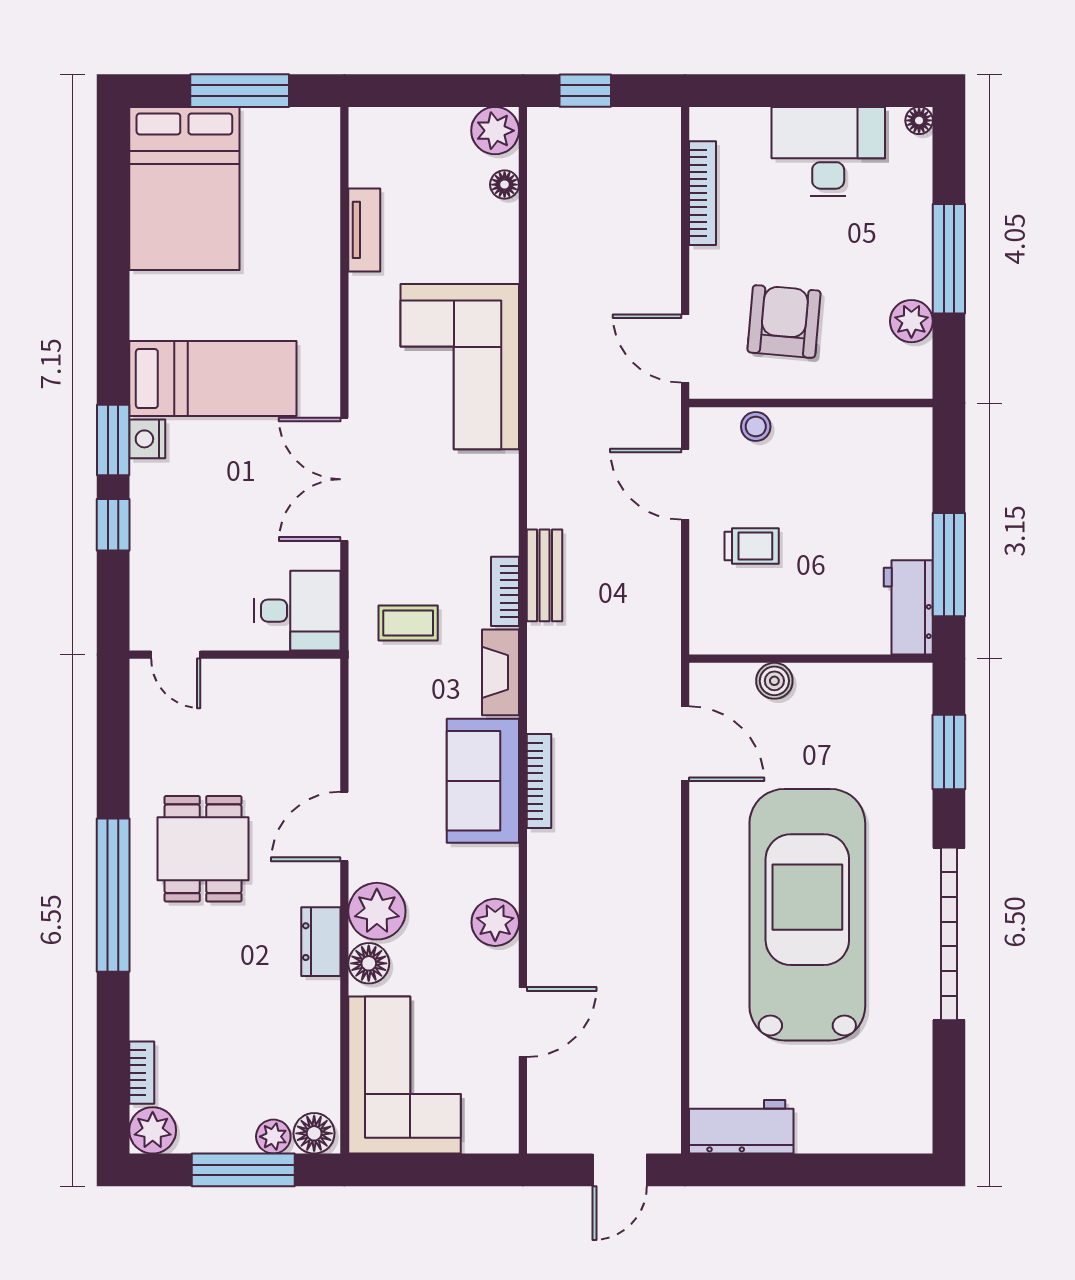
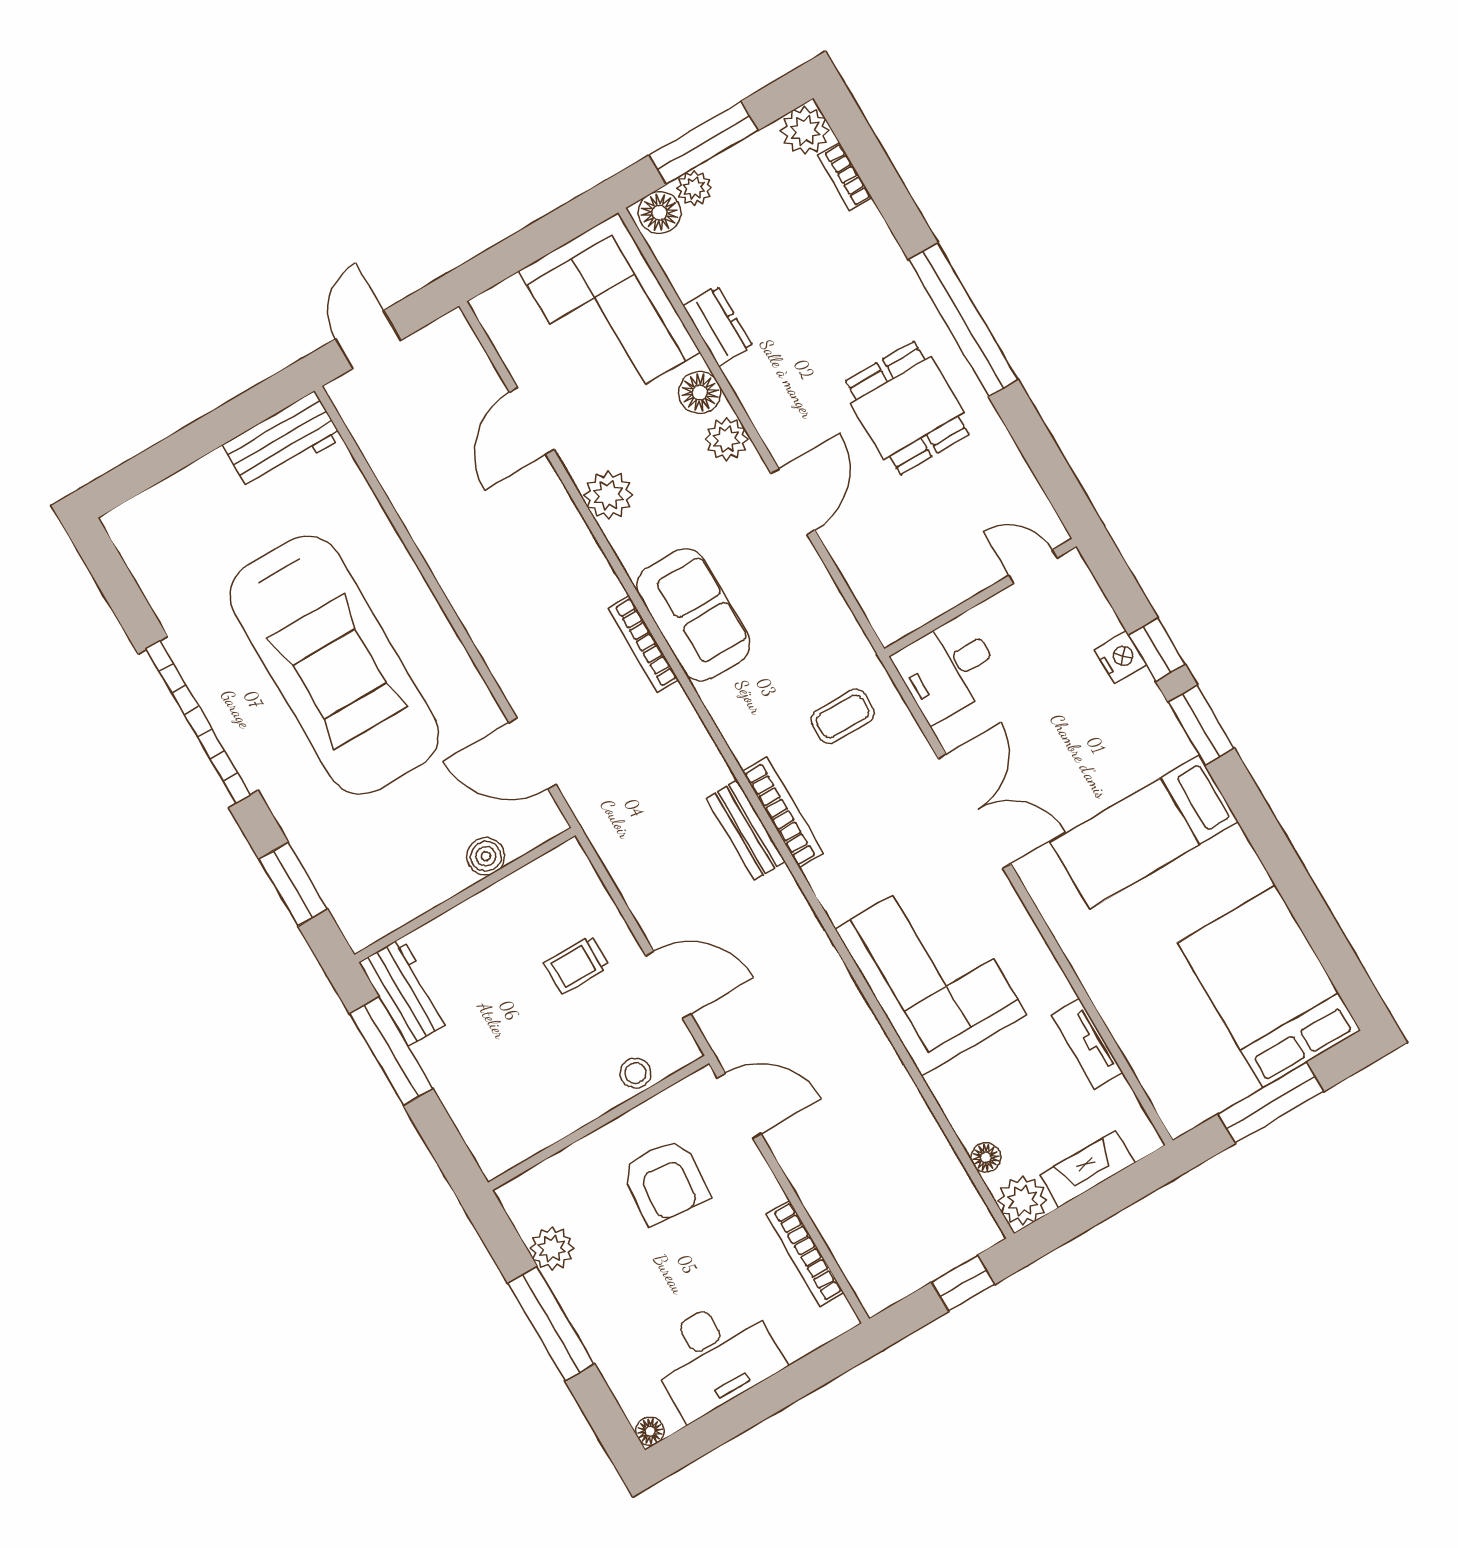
nightstand: (147, 439) -> (1120, 657), moved
bookcase: (505, 591) -> (783, 812), width x1.56
fireplace: (500, 672) -> (1088, 1169), moved, turned -90
plant: (377, 911) -> (726, 439), width x0.73, depth x0.73
dresser: (321, 942) -> (718, 326), moved

